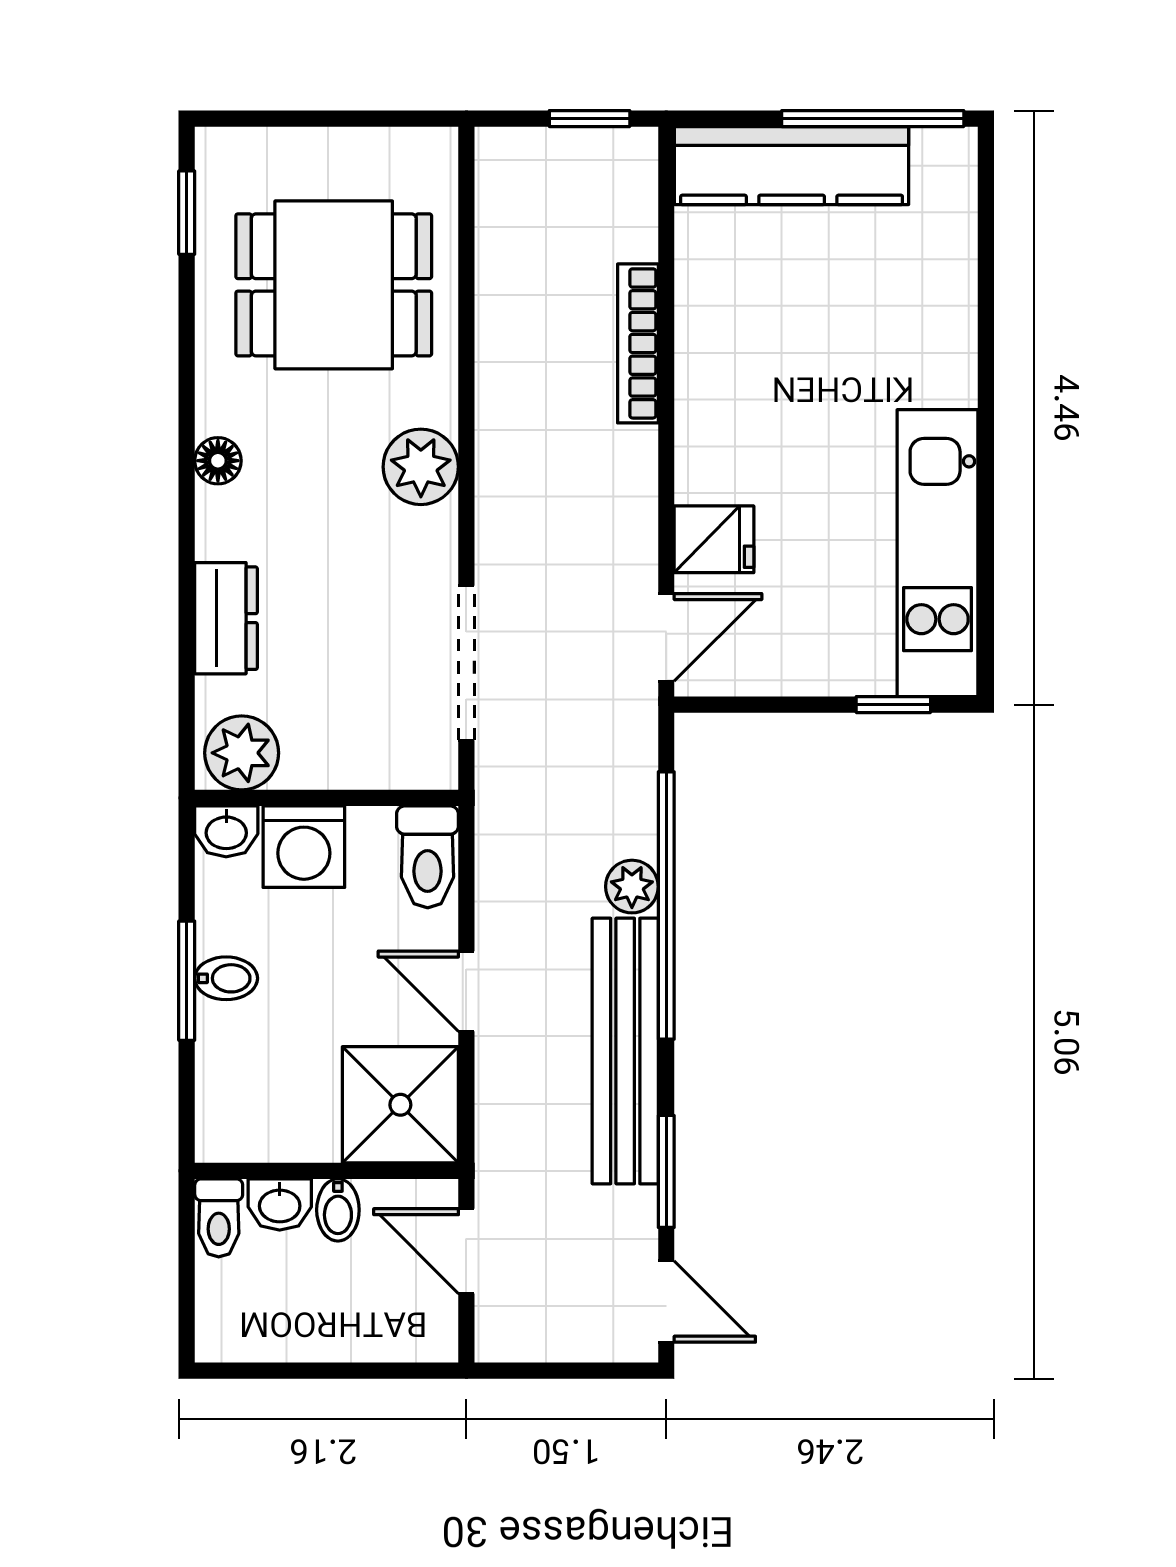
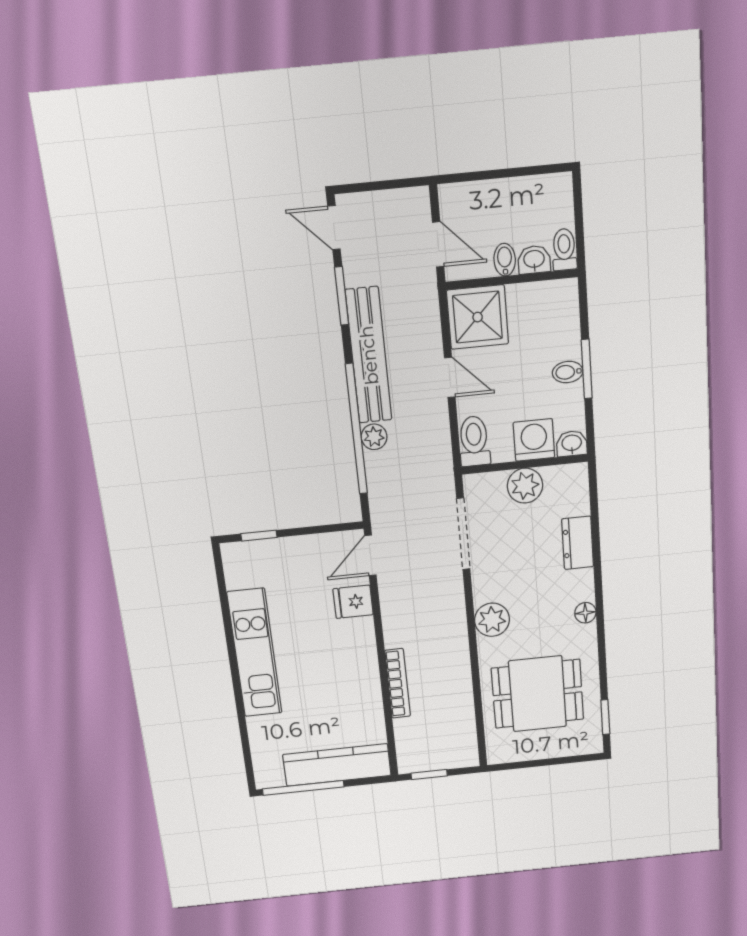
kitchen unit: (938, 553) -> (255, 653), moved
plant: (242, 753) -> (525, 486), moved

